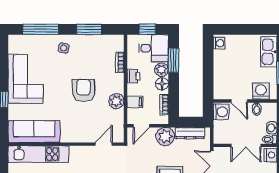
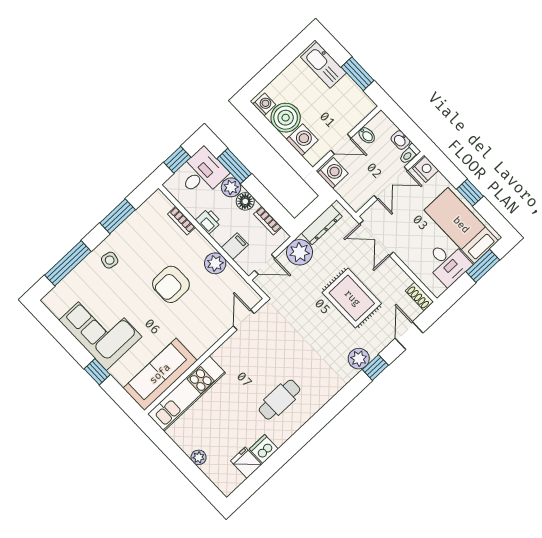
boiler: (224, 60) -> (286, 118), added
armchair: (83, 90) -> (171, 284), turned -90
washing machine: (261, 91) -> (302, 140), moved, turned 90
door: (141, 126) -> (265, 264), hinge flipped

